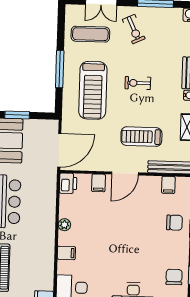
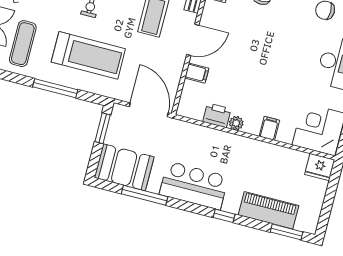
window: (17, 115) -> (103, 128), moved
door: (125, 173) -> (193, 40), hinge flipped
printer: (68, 183) -> (217, 115), moved

